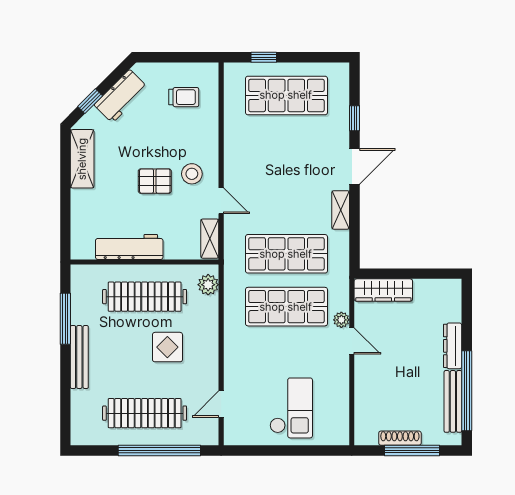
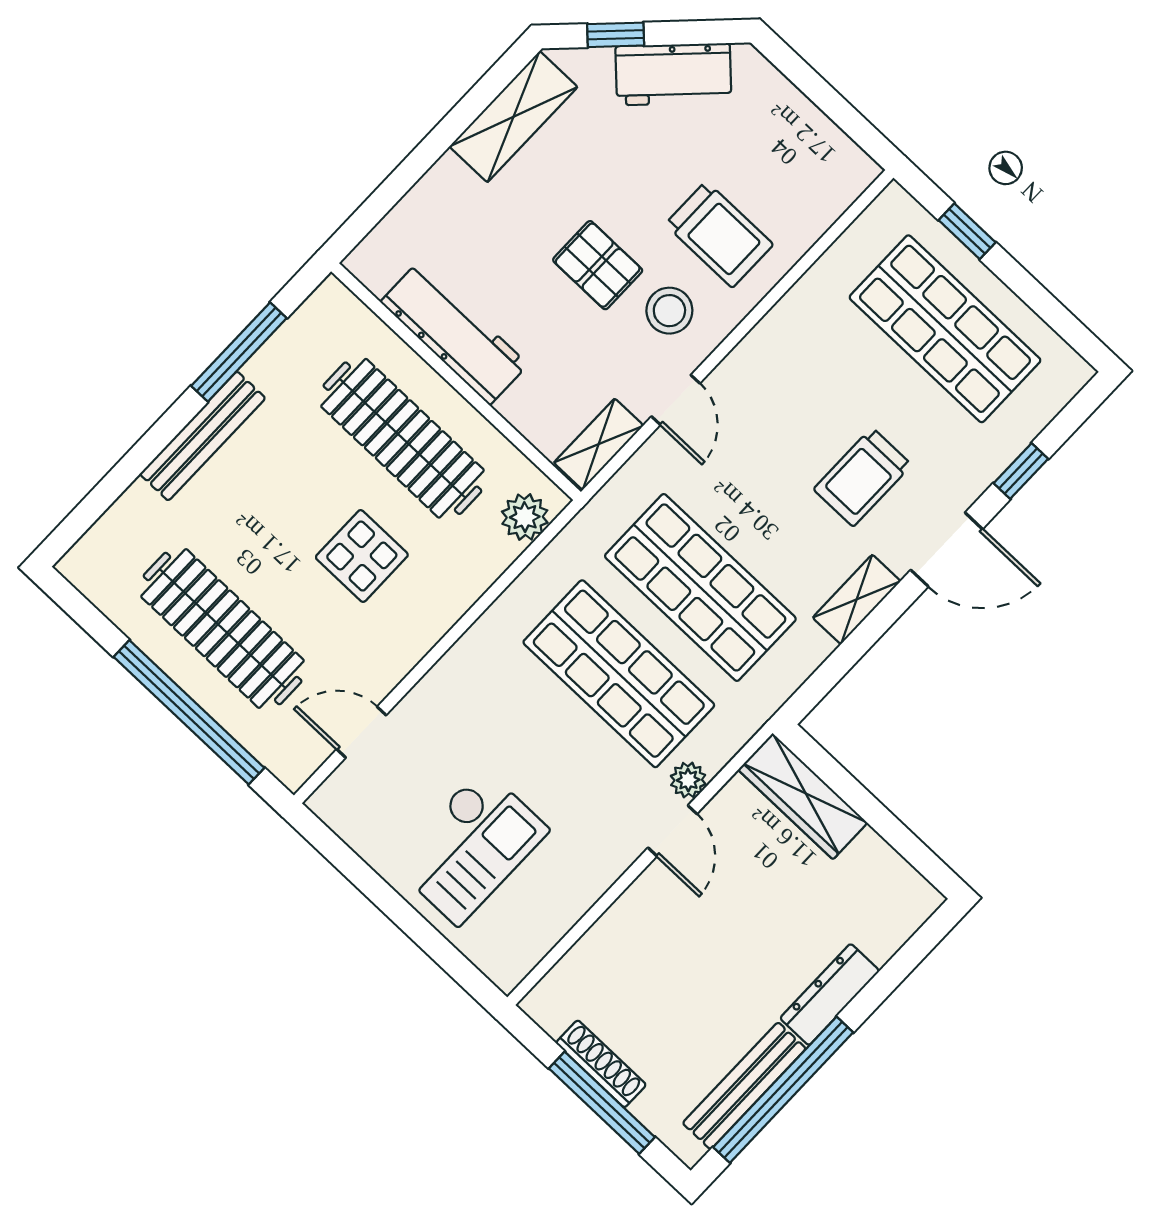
trolley: (184, 97) -> (719, 234), moved, width x1.36, depth x1.39
trolley: (305, 169) -> (863, 477), added

